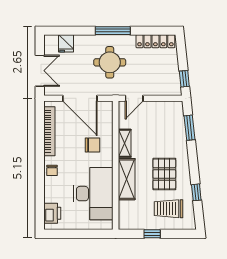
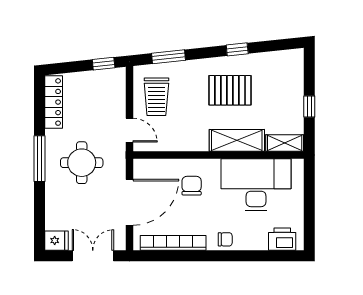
fridge: (66, 43) -> (57, 241), moved
shelving: (125, 143) -> (285, 143), moved
window: (196, 192) -> (237, 49), moved
trolley: (168, 209) -> (156, 97), moved

